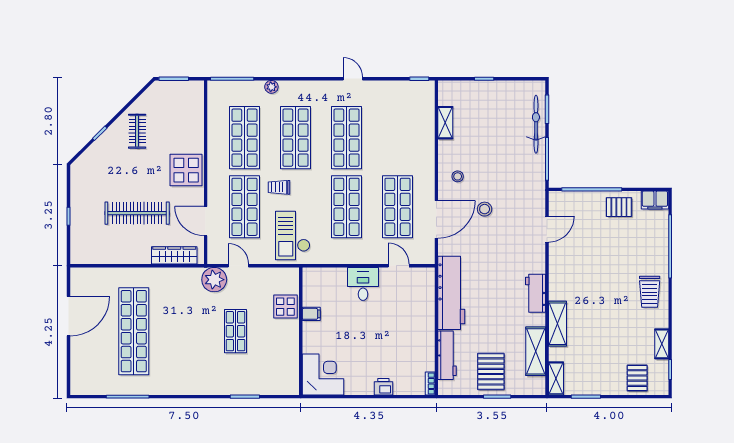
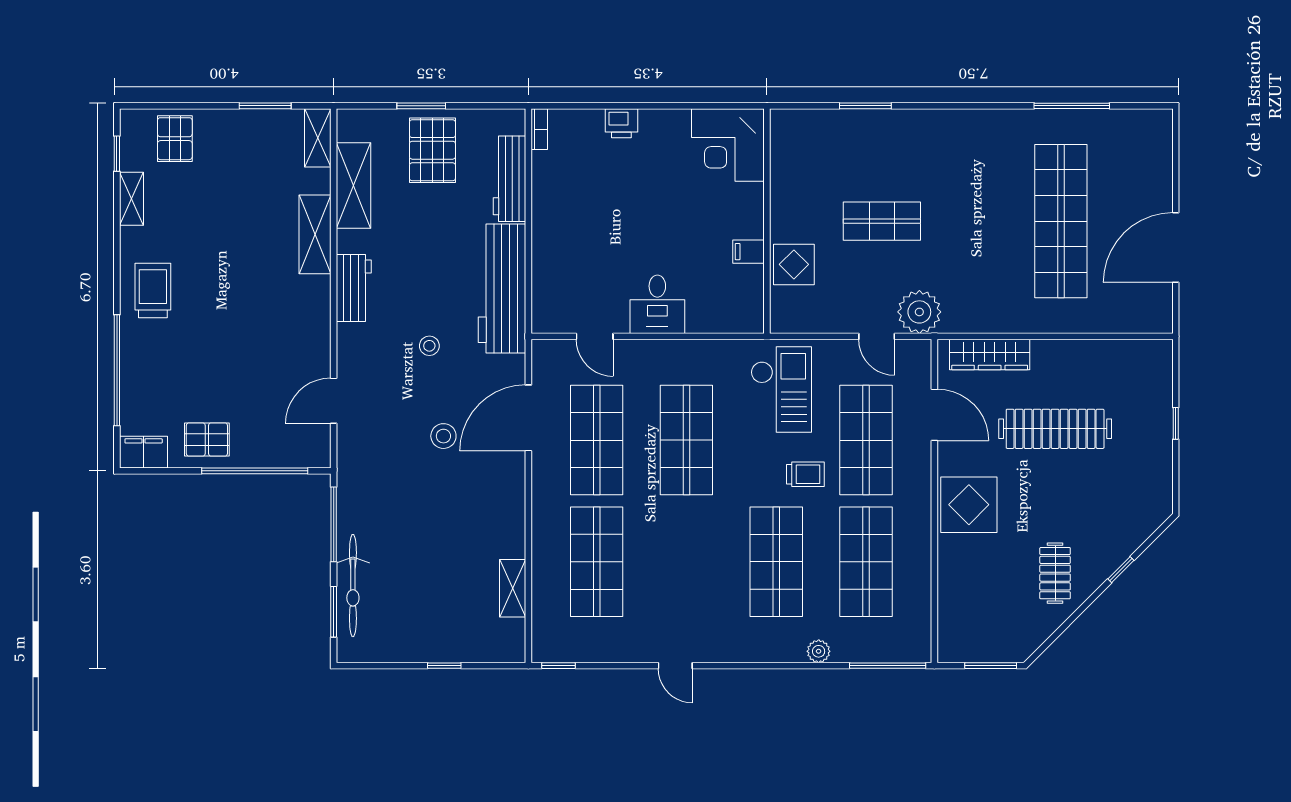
shop shelf: (346, 138) -> (597, 562), moved
stool: (458, 176) -> (429, 346), moved
shop shelf: (235, 331) -> (882, 221), turned 90

